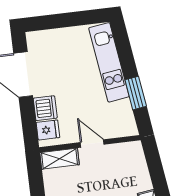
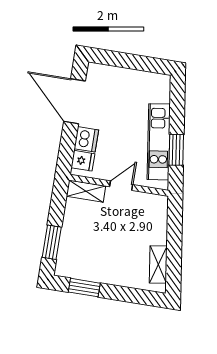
kitchen unit: (109, 62) -> (159, 142), moved
door: (92, 143) -> (121, 186), hinge flipped

